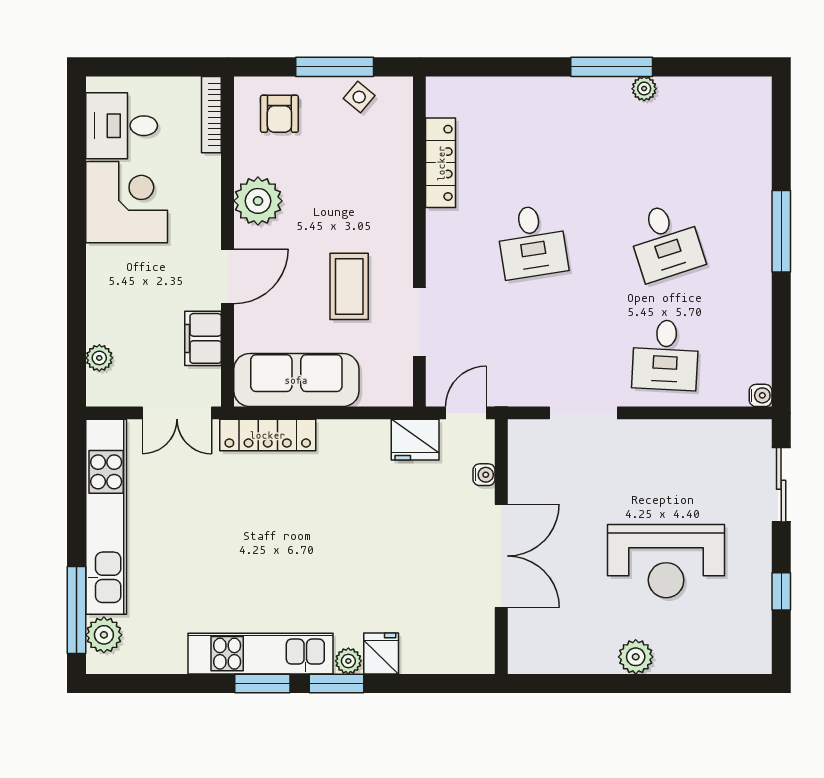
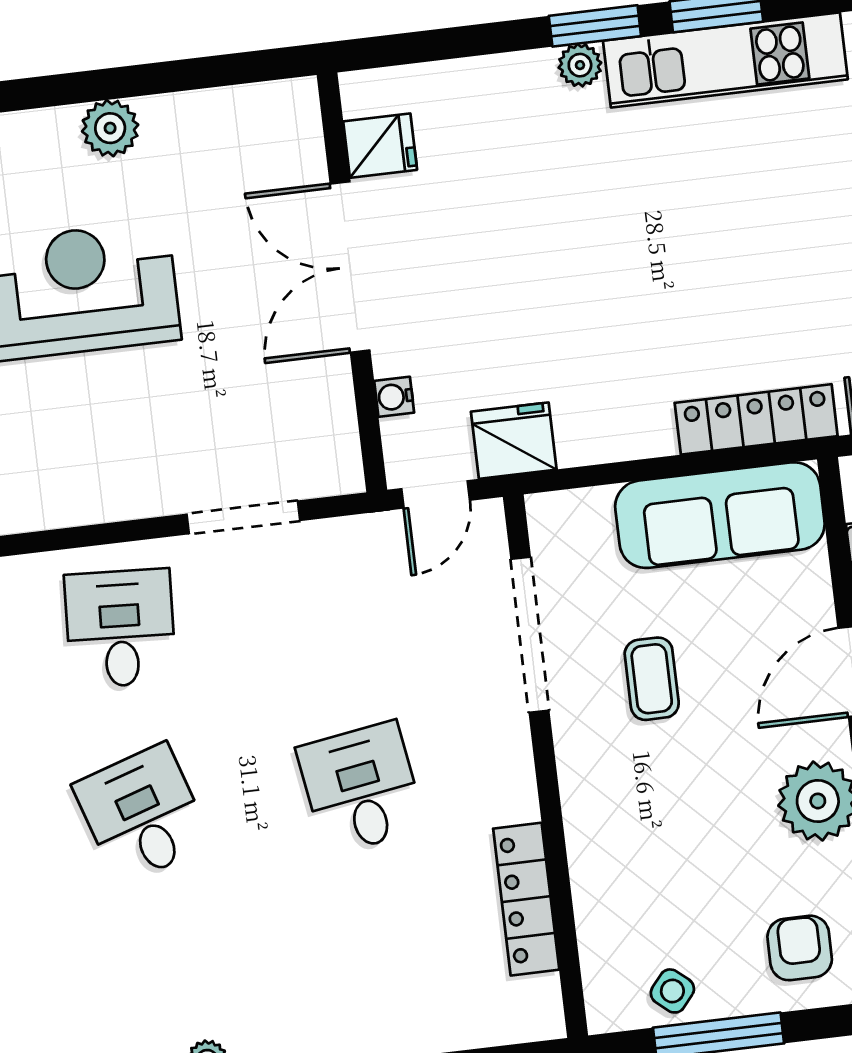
coffee table: (349, 286) -> (652, 679), width x0.73, depth x0.77
doorway: (419, 322) -> (530, 635), width x1.36
fridge: (381, 653) -> (380, 146), moved, turned -90

